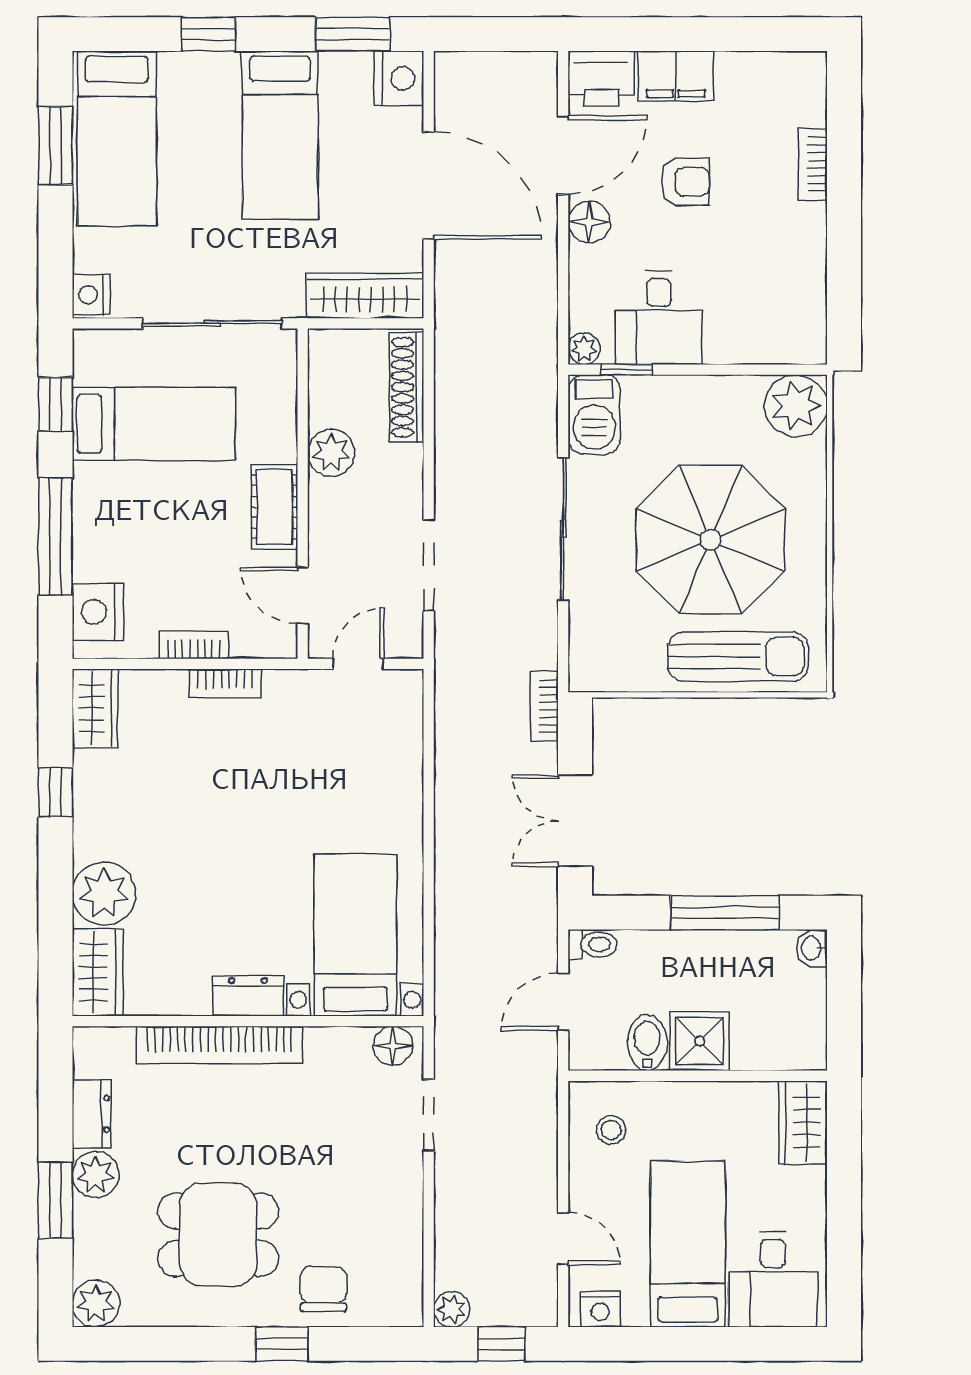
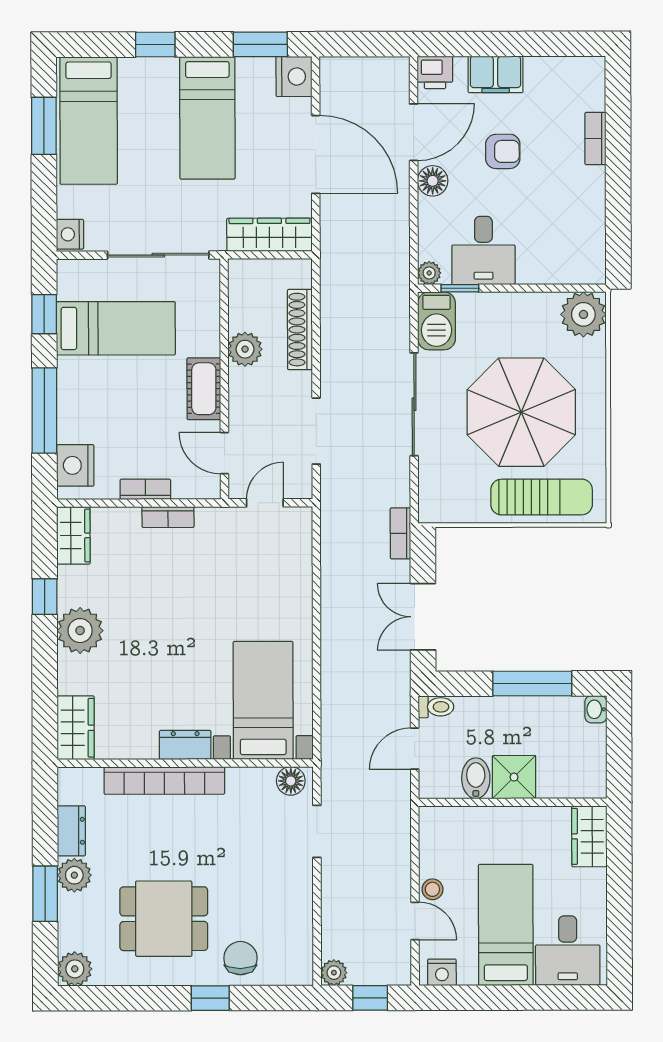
printer: (602, 79) -> (435, 72), width x0.73, depth x0.81
shoe rack: (407, 387) -> (300, 330), moved
plant: (104, 893) -> (80, 631), moved
stool: (611, 1130) -> (432, 889), moved

